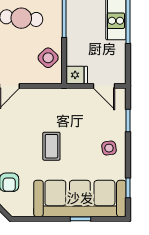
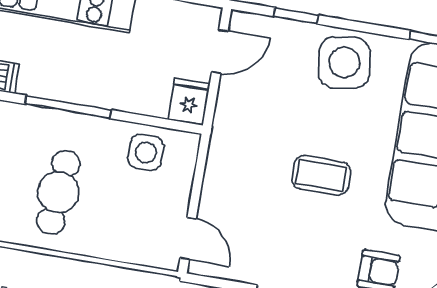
side table: (48, 58) -> (146, 152), turned 45
side table: (109, 148) -> (344, 63), width x1.87, depth x1.87

